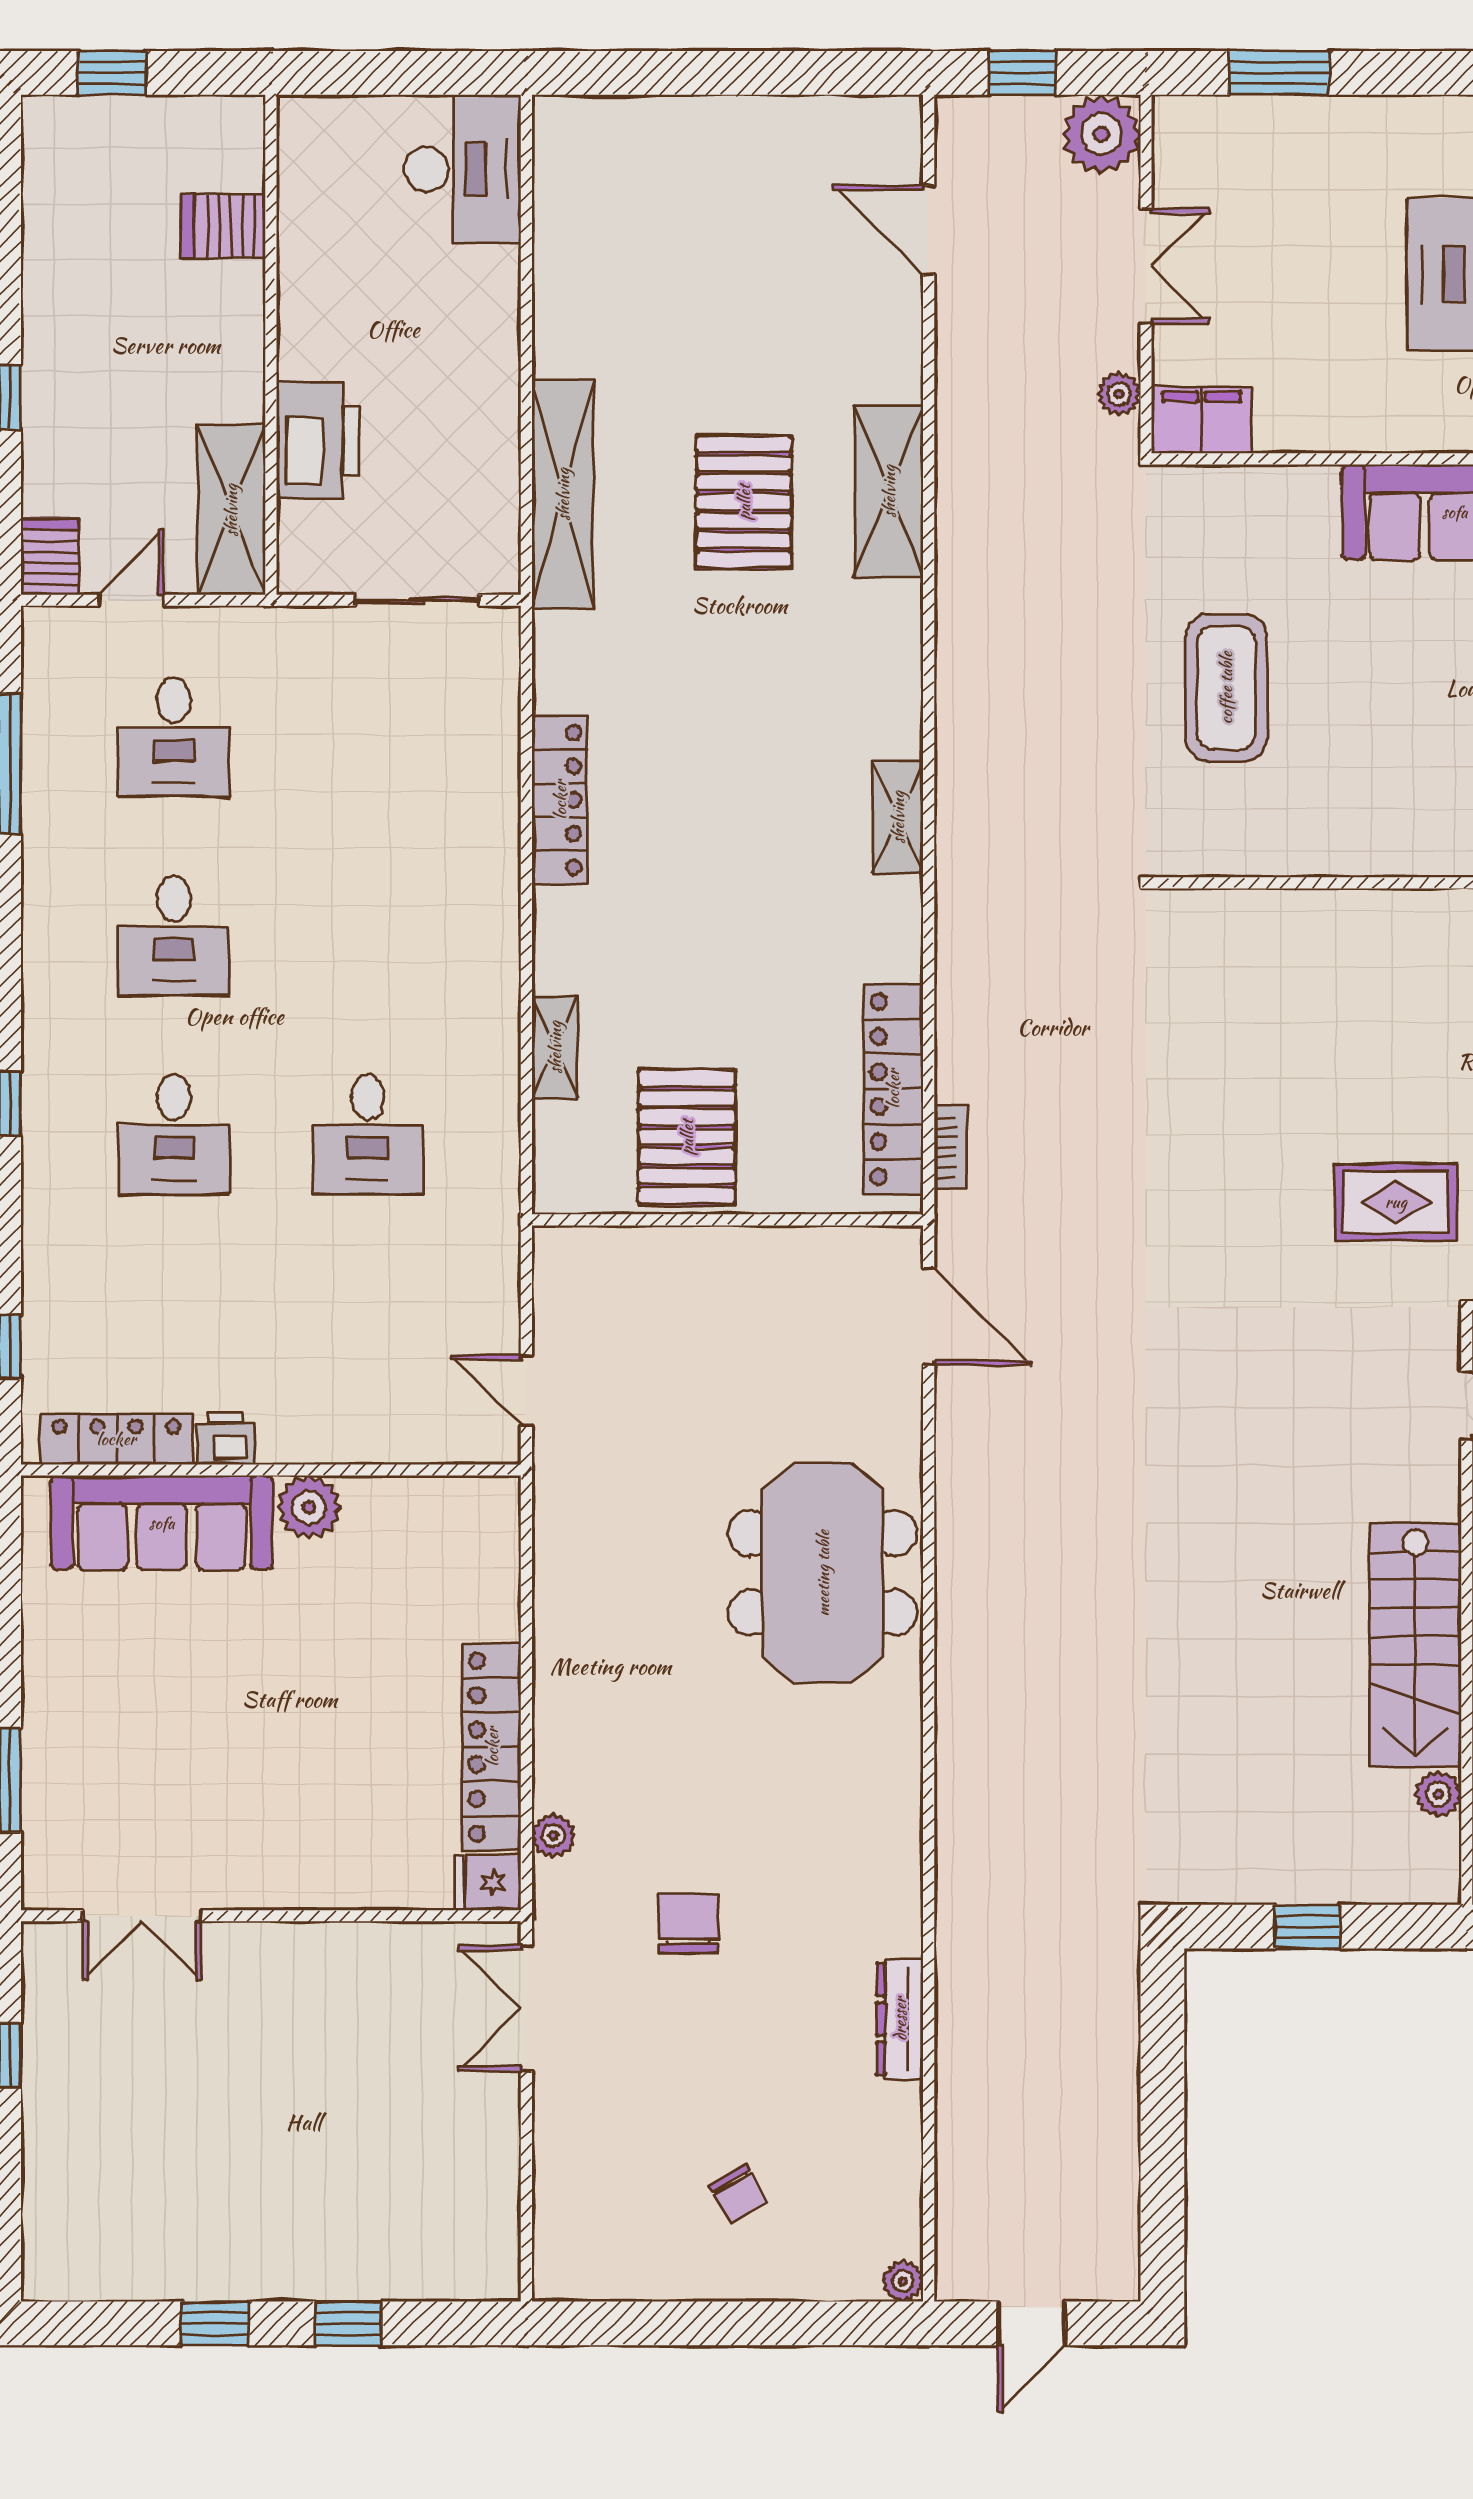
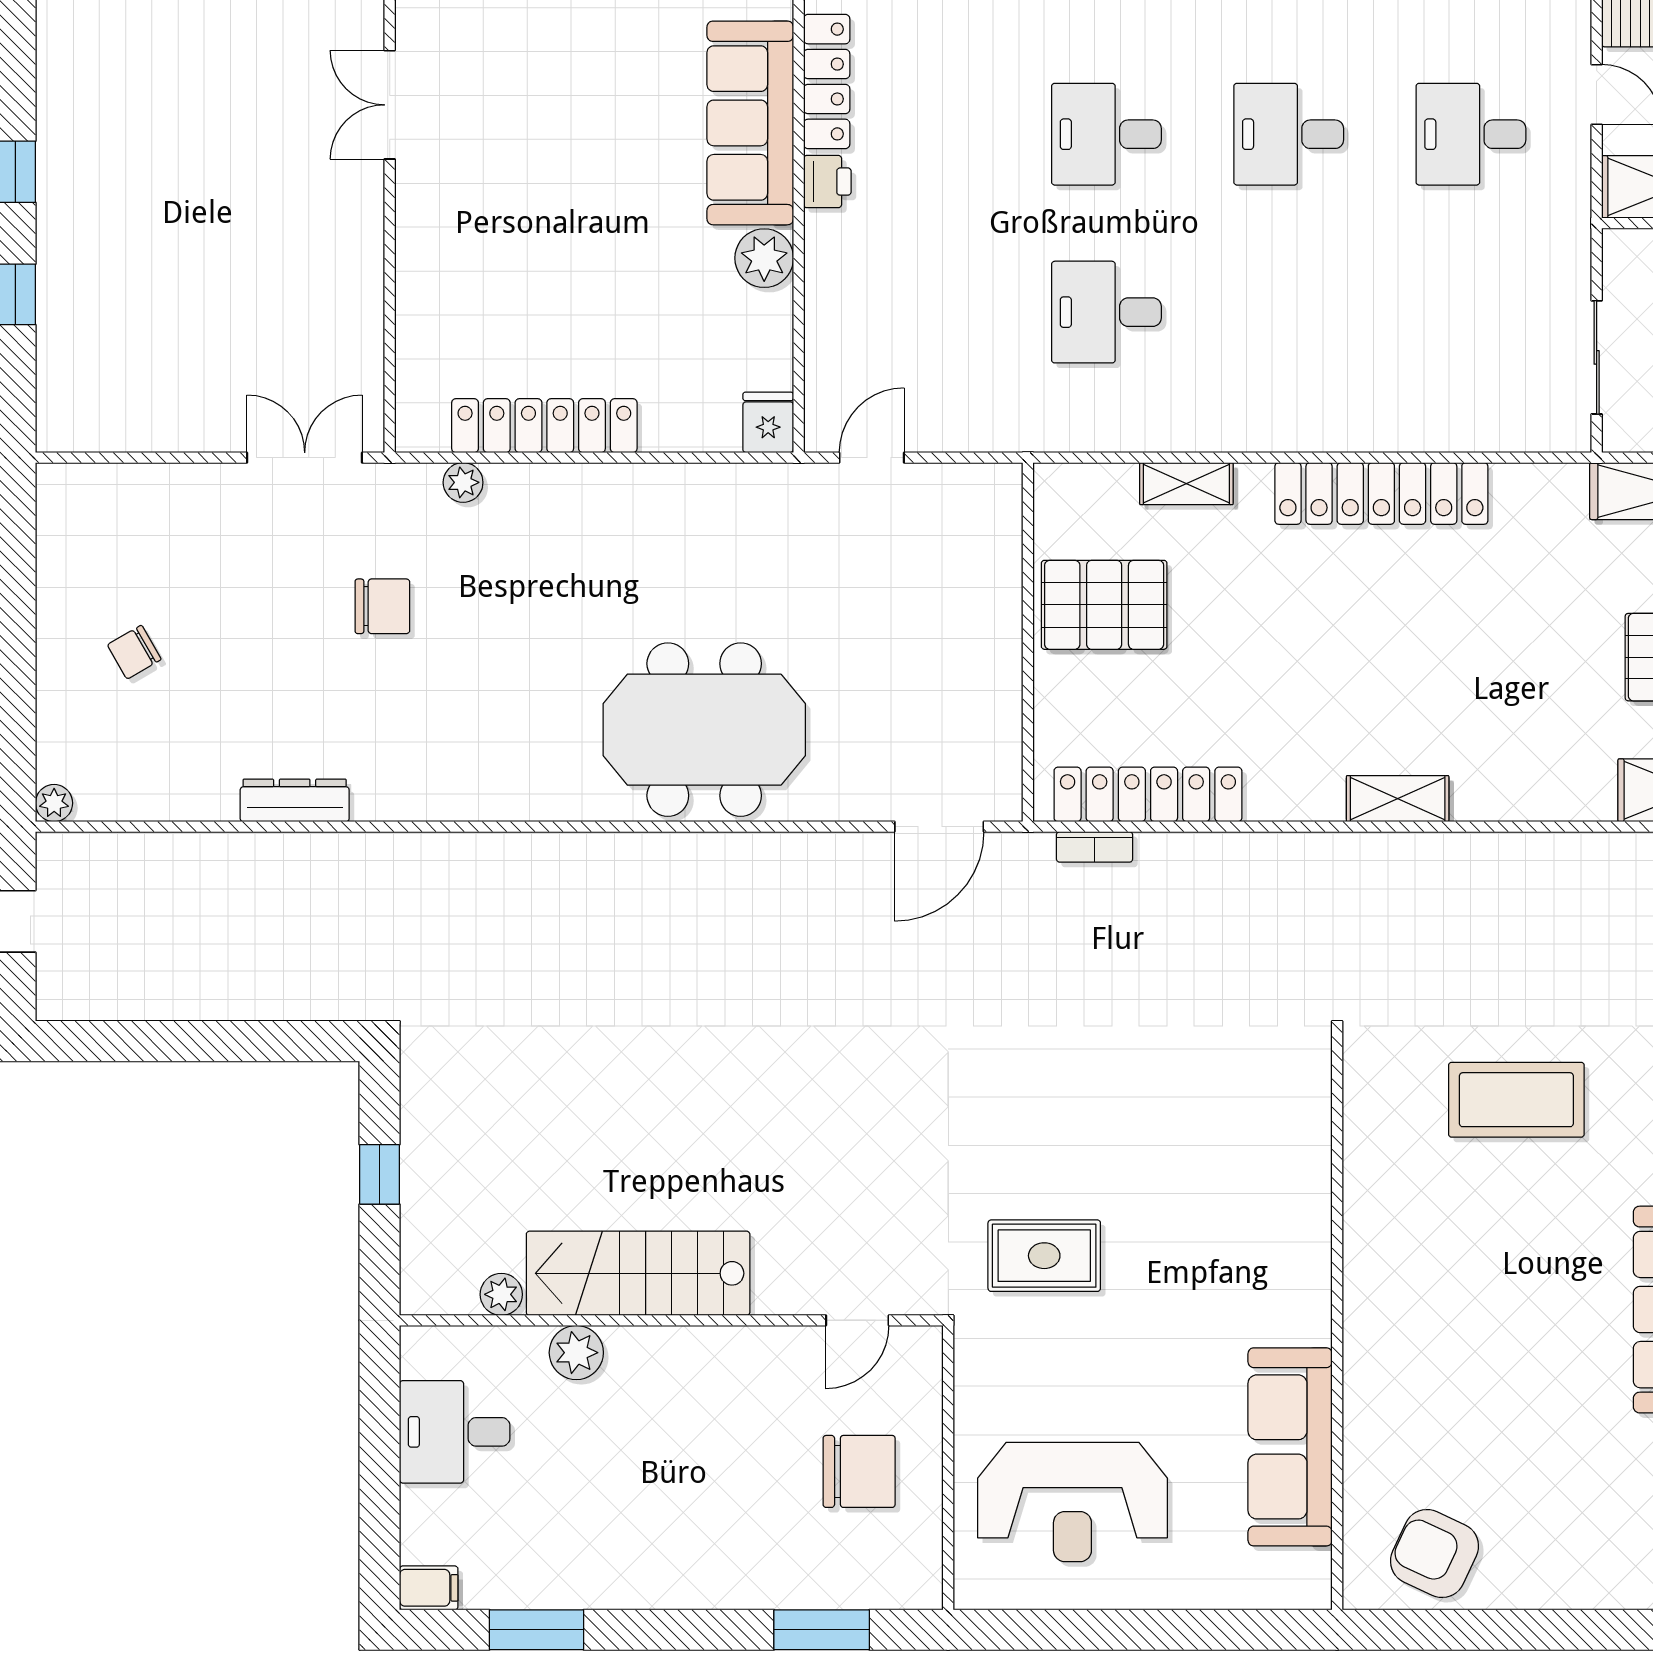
locker: (560, 800) -> (1381, 493), width x1.41, depth x1.21
rug: (1396, 1202) -> (1044, 1256), turned 90
fridge: (488, 1883) -> (768, 422), moved

